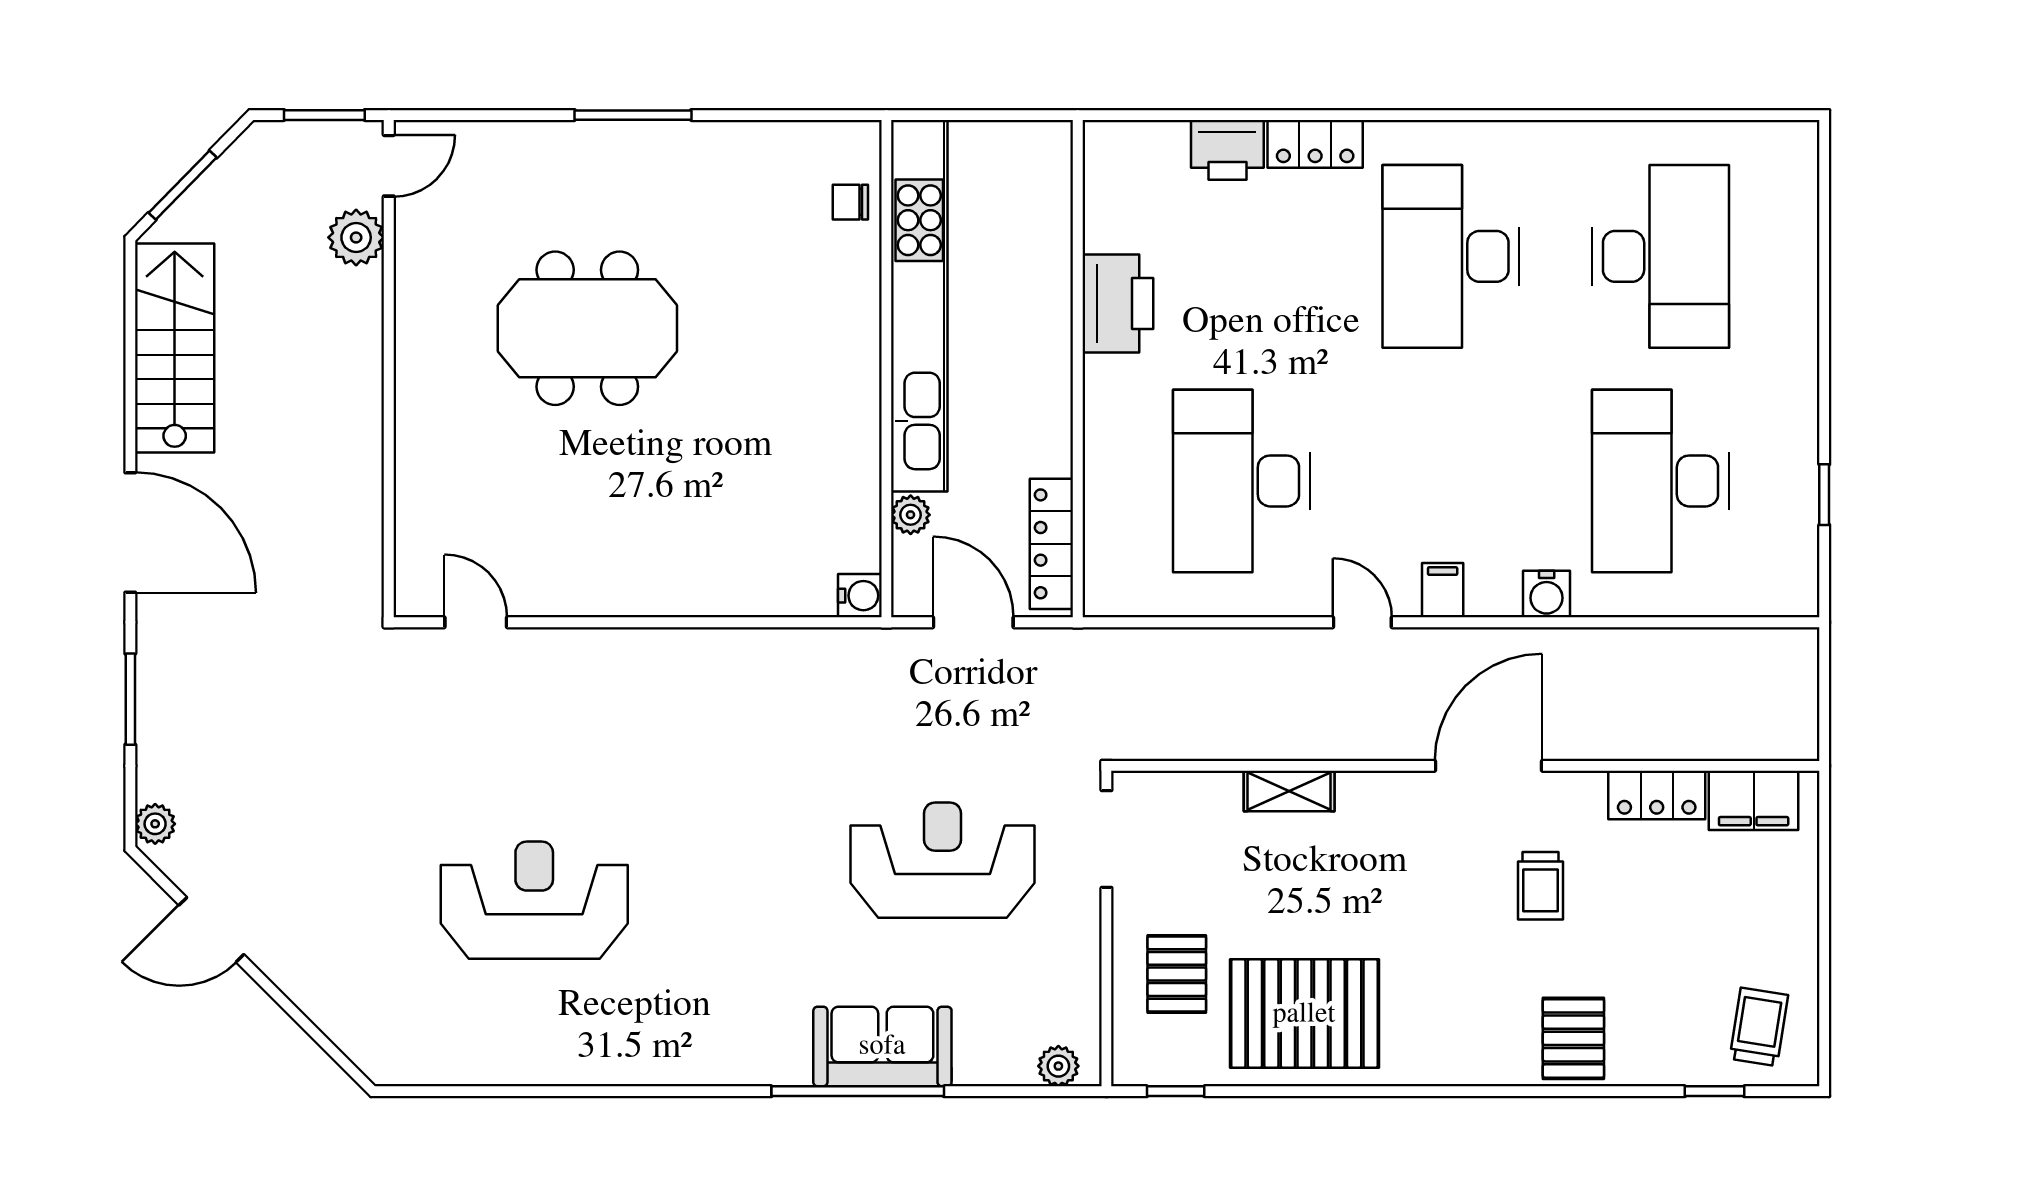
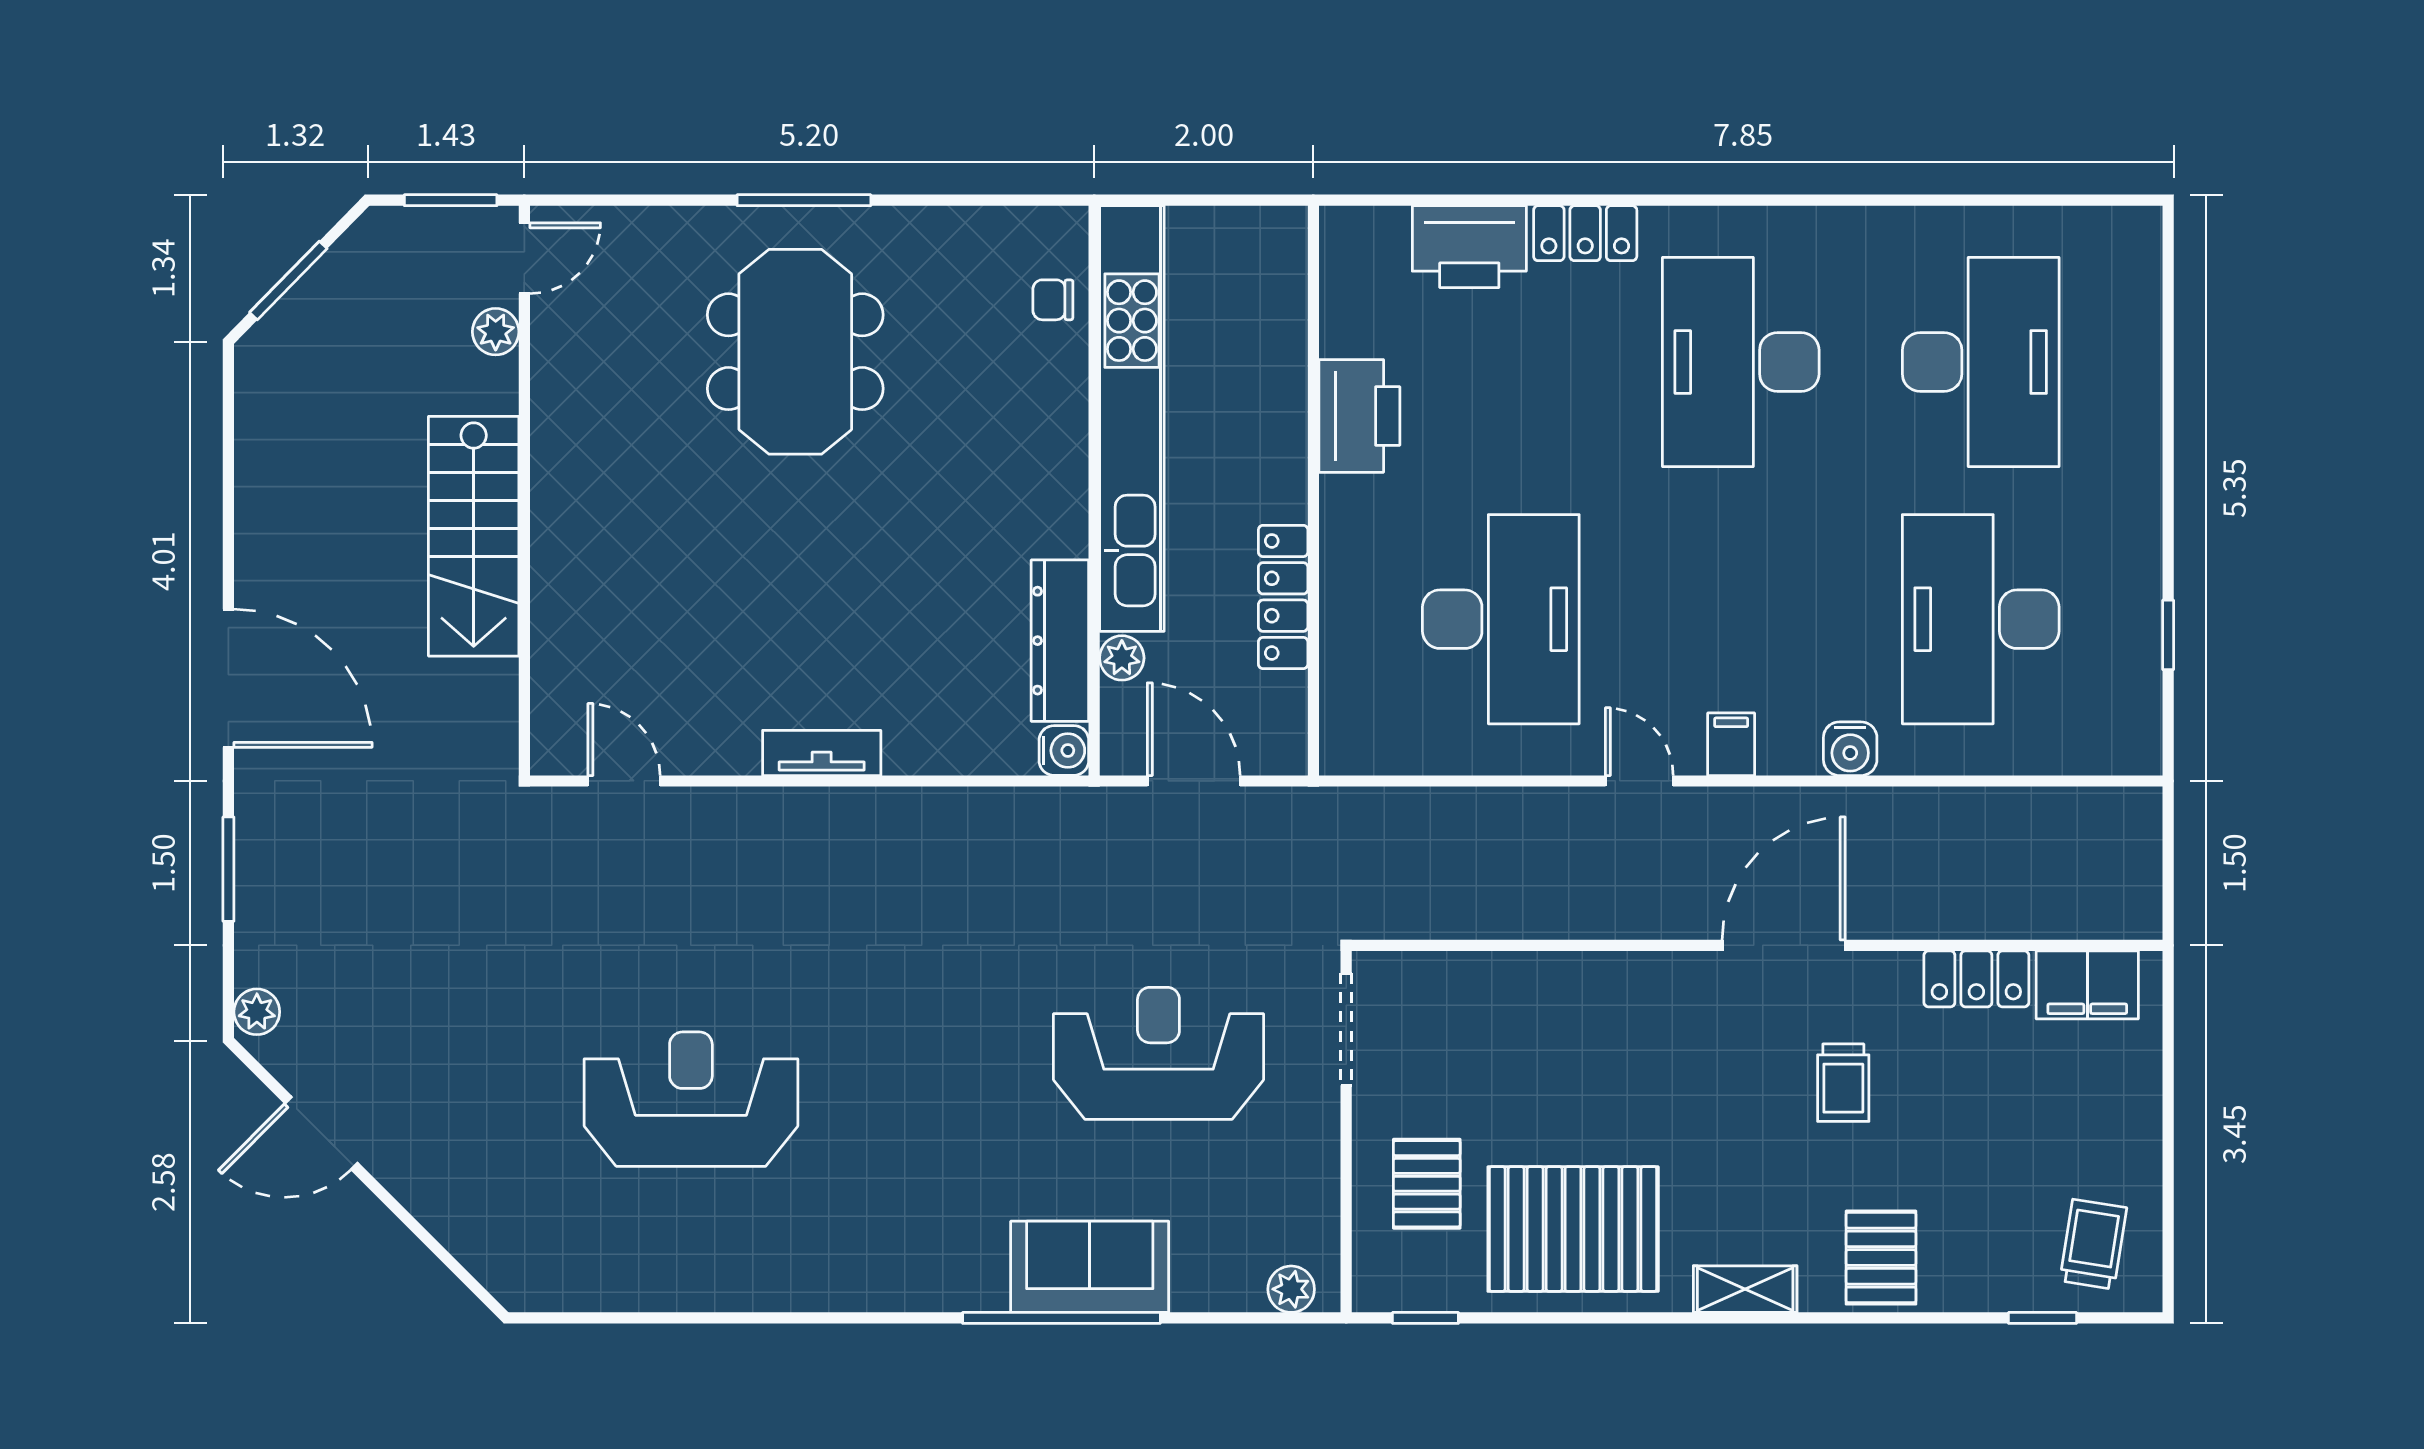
printer: (1227, 150) -> (1469, 247), width x1.37, depth x1.19
plant: (356, 237) -> (496, 332), width x0.73, depth x0.73
meeting table: (587, 328) -> (795, 352), moved, turned 90
stairs: (175, 348) -> (474, 536), moved, turned 180
desk: (1241, 481) -> (1501, 619), turned 180
dresser: (856, 500) -> (1060, 641), added
locker: (1051, 544) -> (1283, 597), moved
tv unit: (648, 598) -> (822, 753), added
shelving: (1289, 791) -> (1745, 1289), moved

